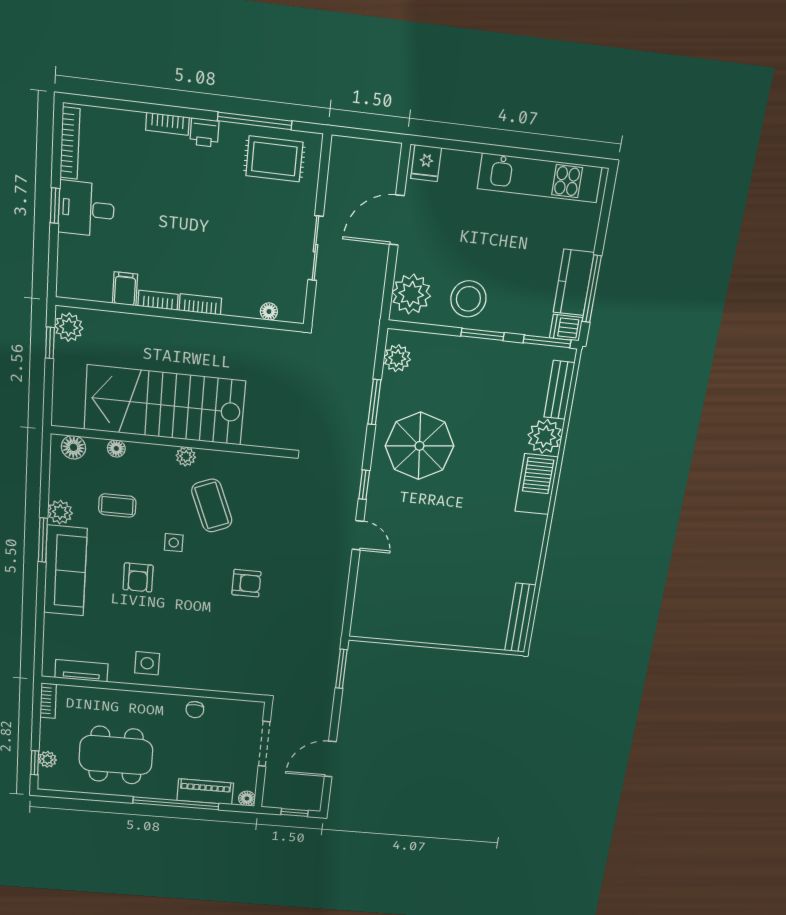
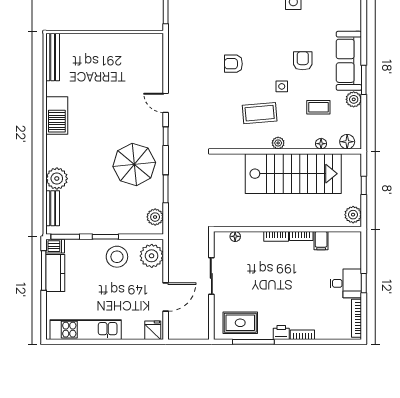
window: (50, 343) -> (364, 185), moved
barbecue: (537, 484) -> (57, 115), moved
coffee table: (212, 506) -> (260, 113), turned -73

